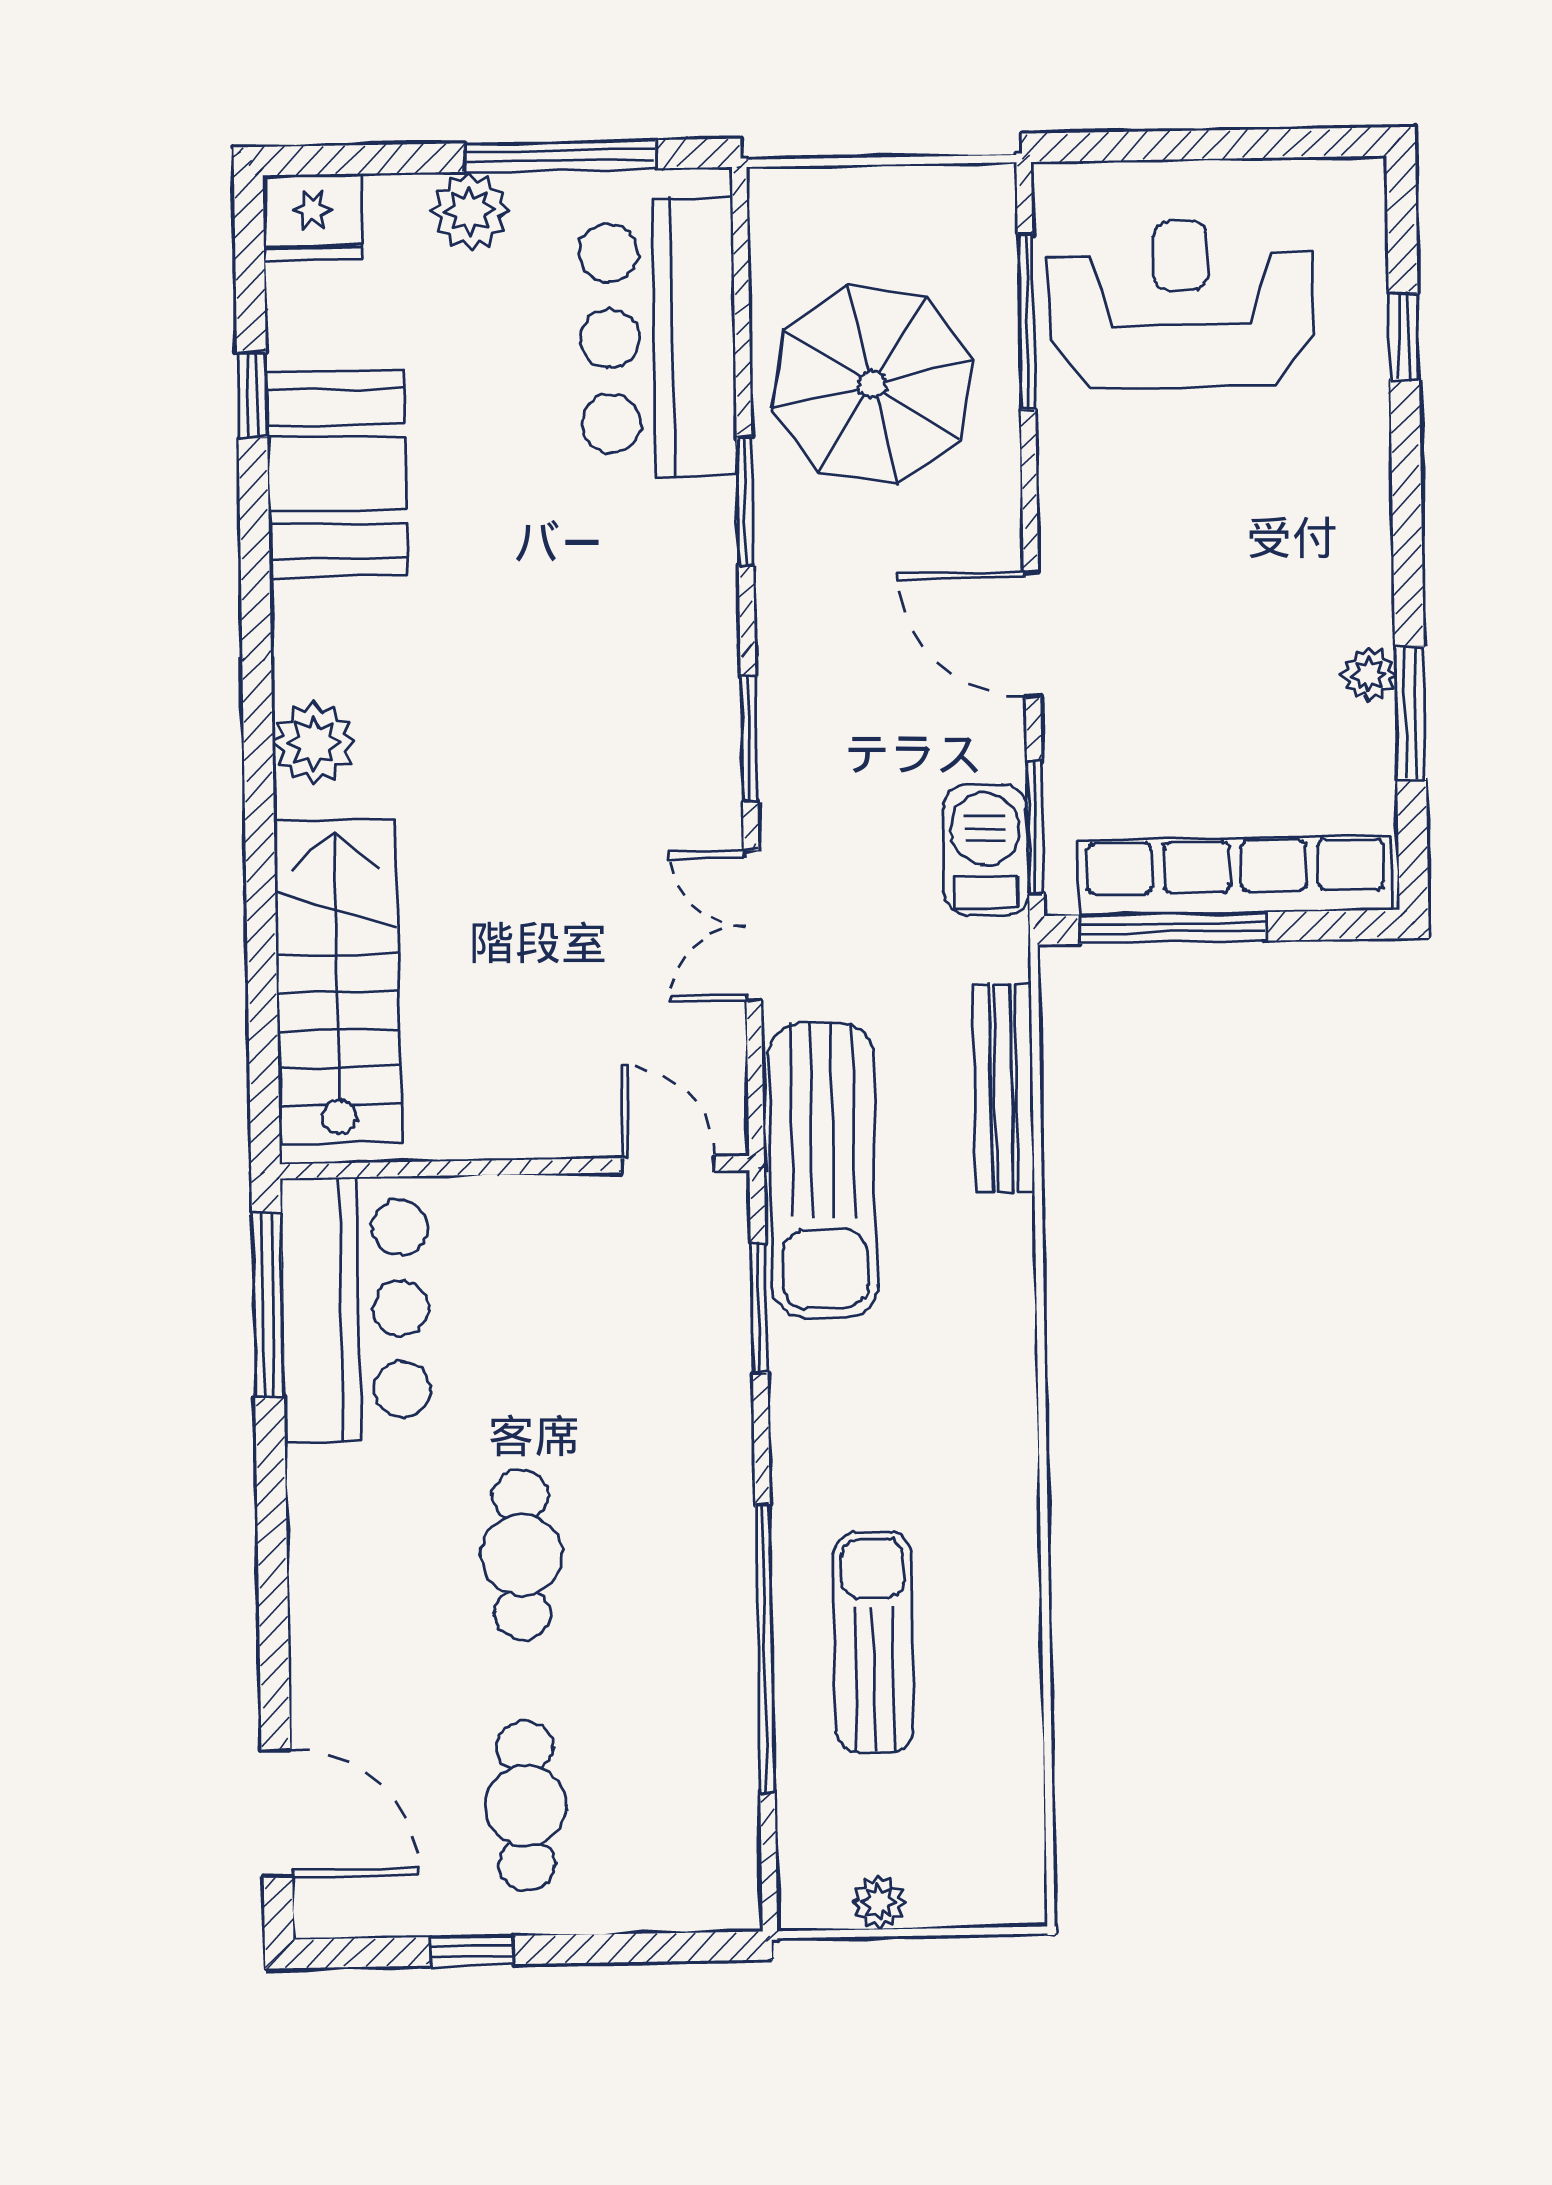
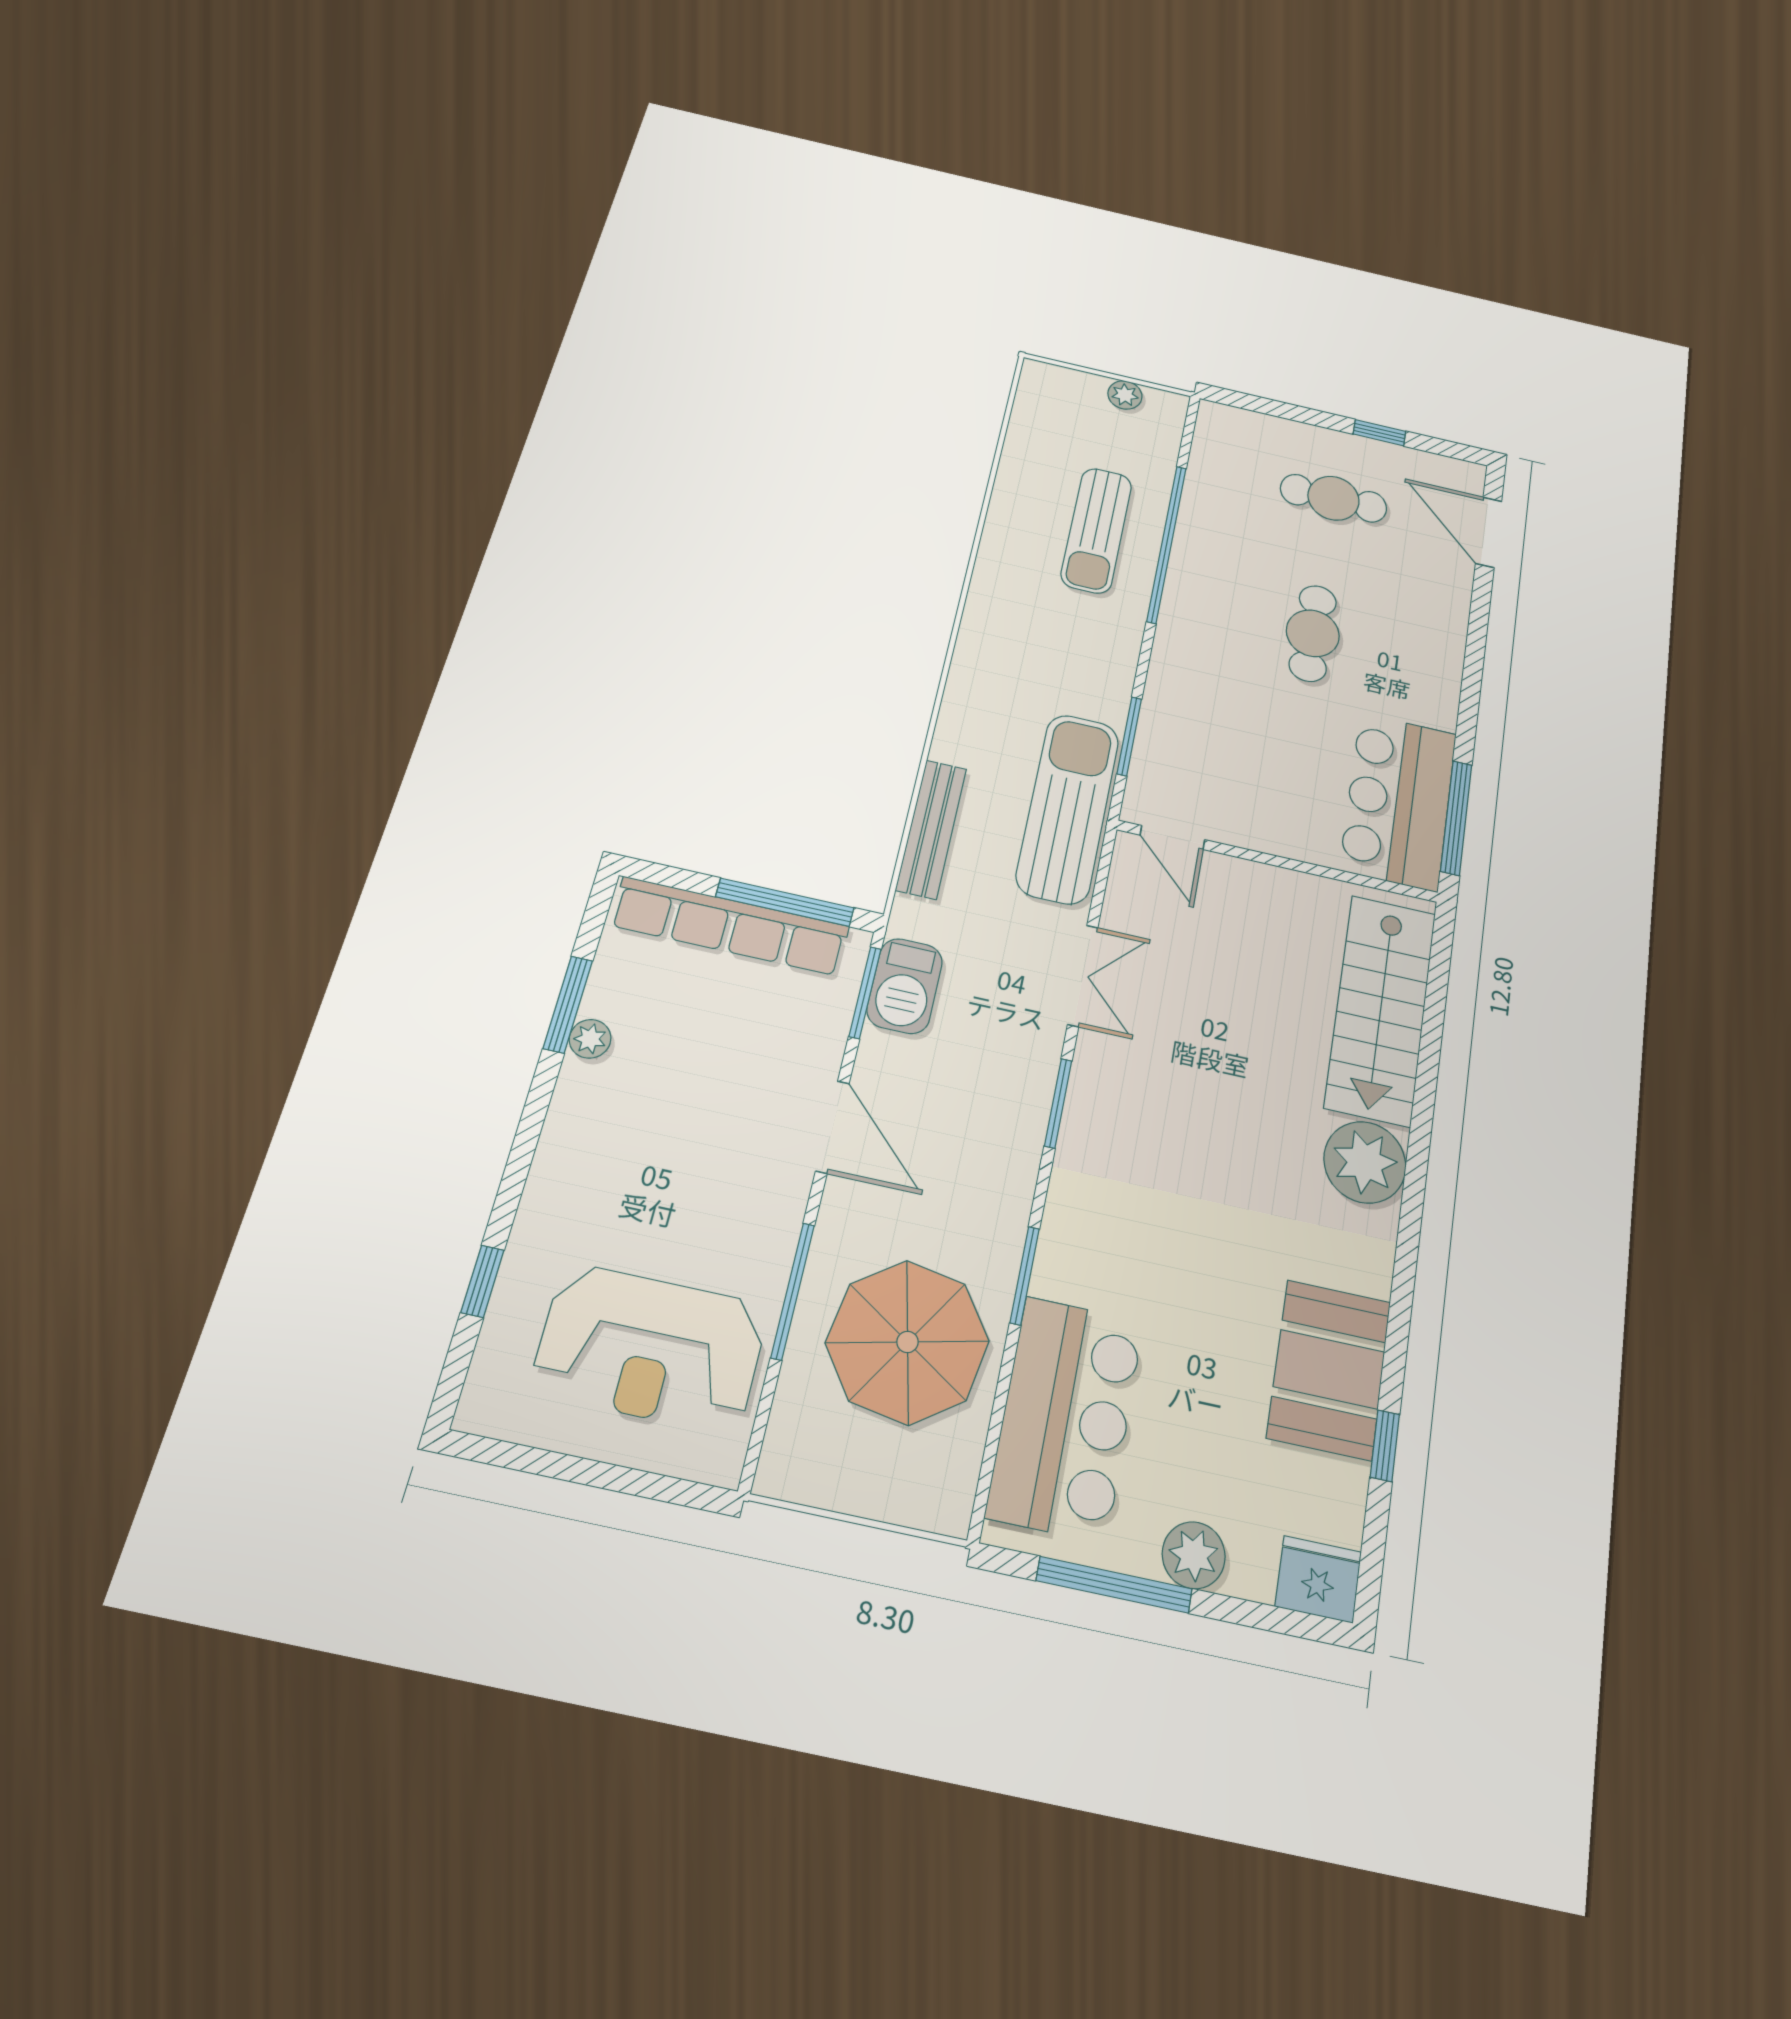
window: (1027, 322) -> (793, 1291), moved
plant: (314, 743) -> (1365, 1162), width x1.36, depth x1.36
cafe table: (526, 1806) -> (1334, 498), turned 90

